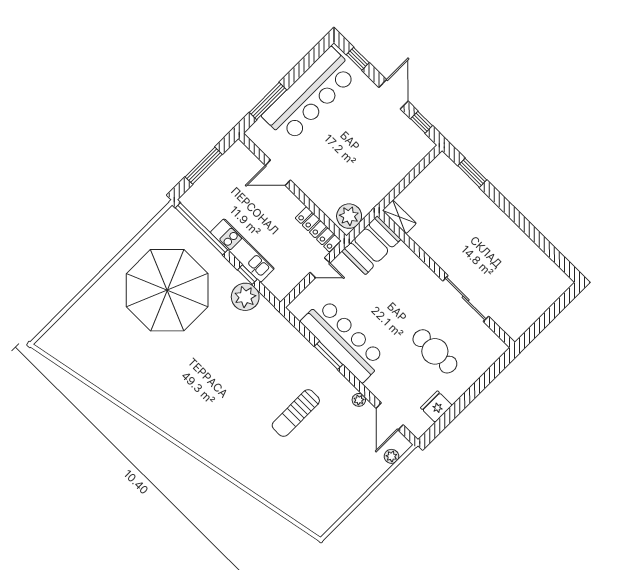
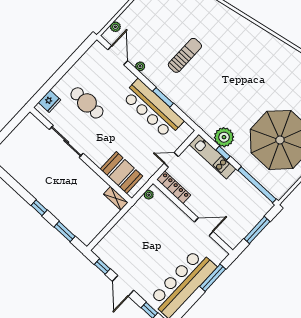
window: (507, 207) -> (39, 208), added
plant: (349, 216) -> (149, 195), width x0.53, depth x0.53
booth: (371, 245) -> (121, 173), moved, turned 90
kitchen unit: (242, 250) -> (213, 157), moved
fridge: (436, 407) -> (49, 101), moved

